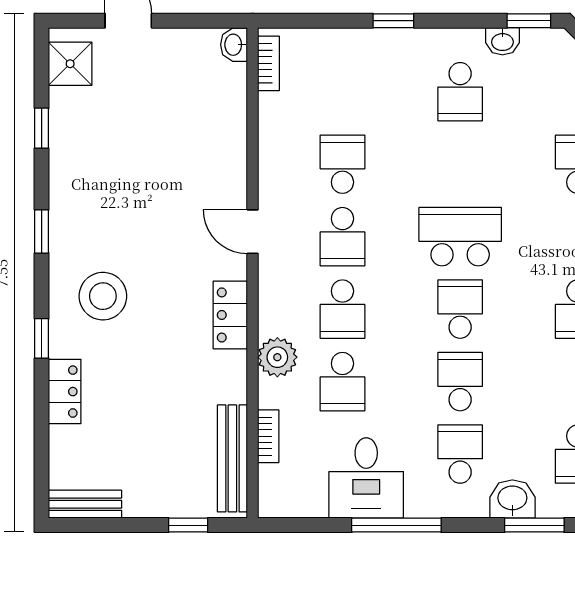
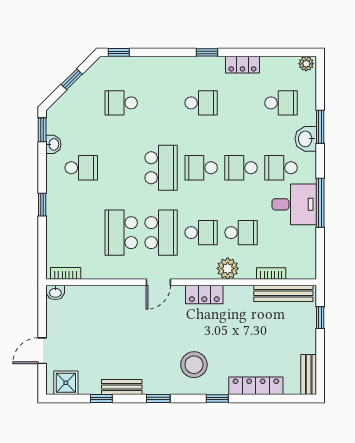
school desk: (342, 164) -> (121, 233), width x1.85
bench: (62, 165) -> (122, 387), added
school desk: (342, 237) -> (161, 233), width x1.85
school desk: (460, 237) -> (161, 168), turned 180
locker: (65, 392) -> (256, 386), width x1.53
desk: (366, 478) -> (294, 204), moved

